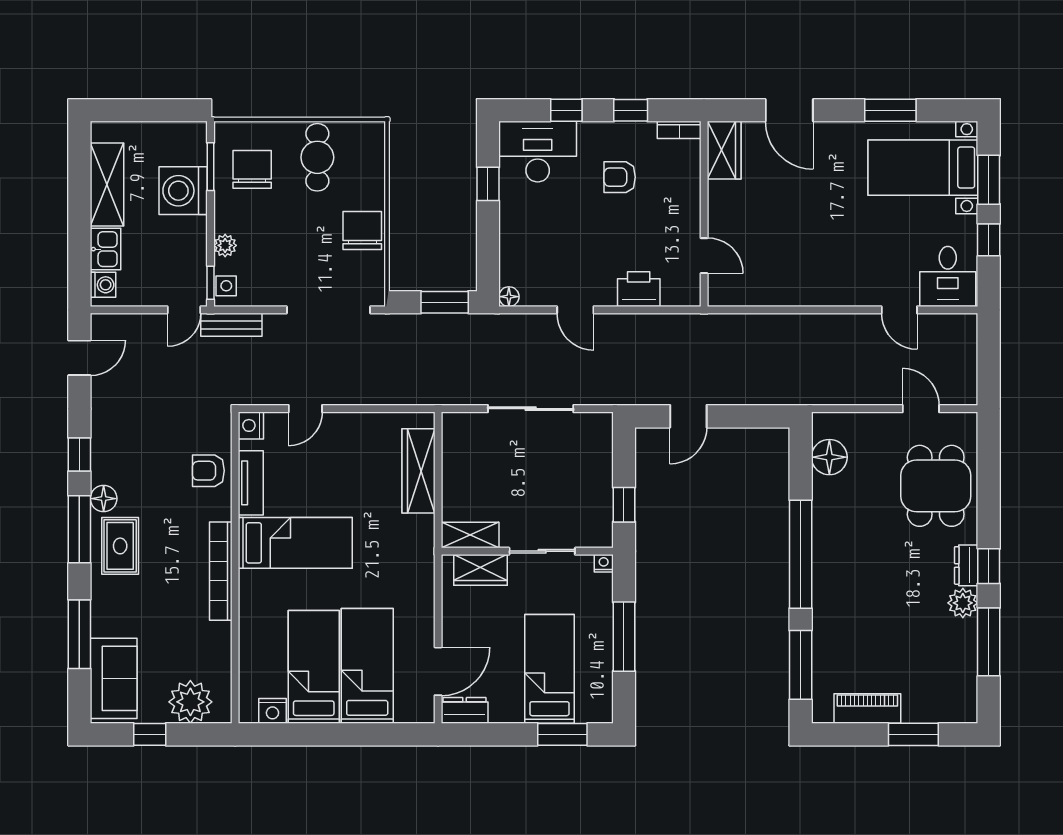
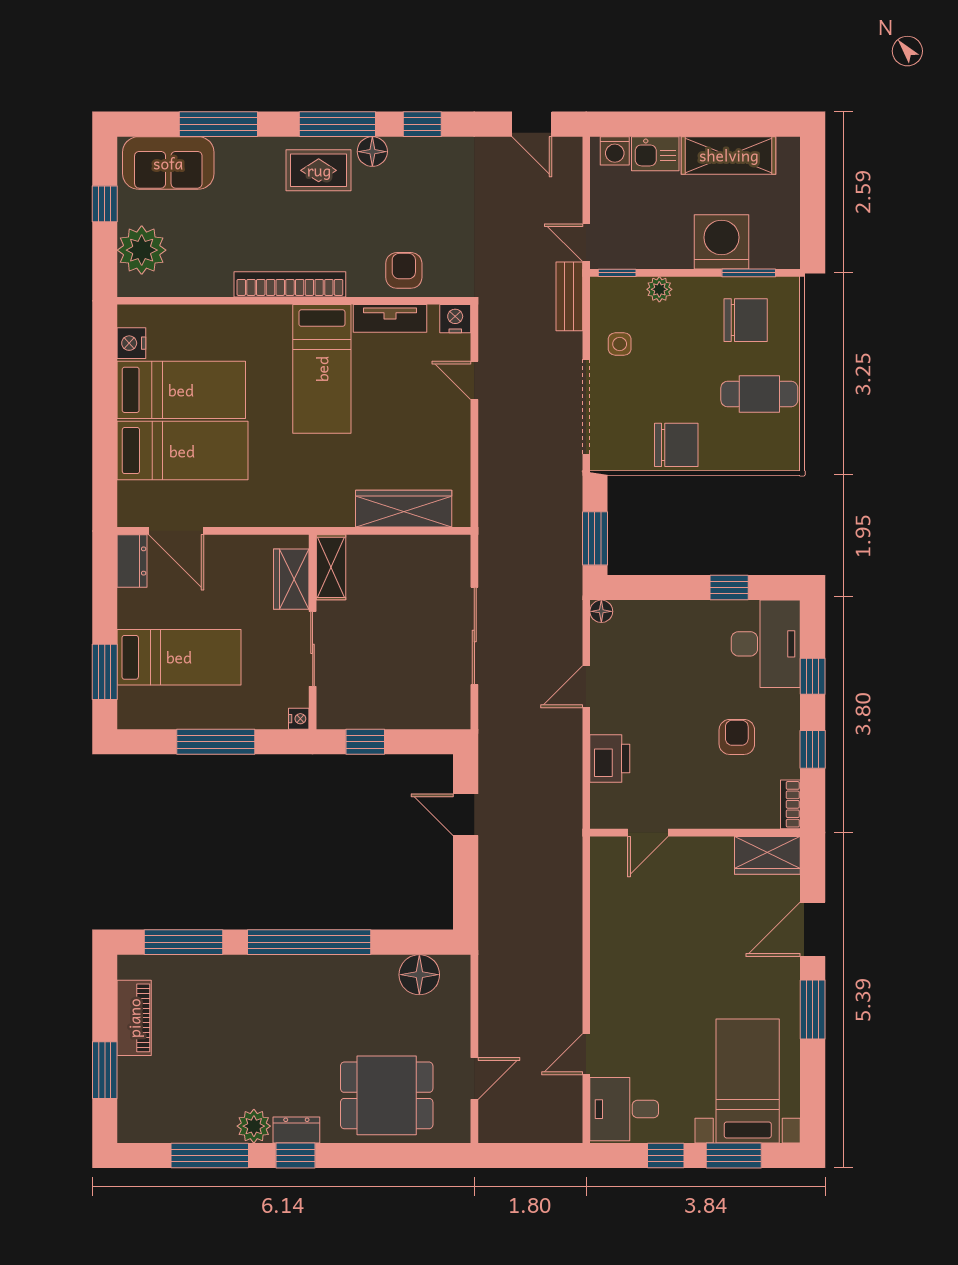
window: (890, 110) -> (813, 1009), moved
side table: (226, 286) -> (620, 344), moved

